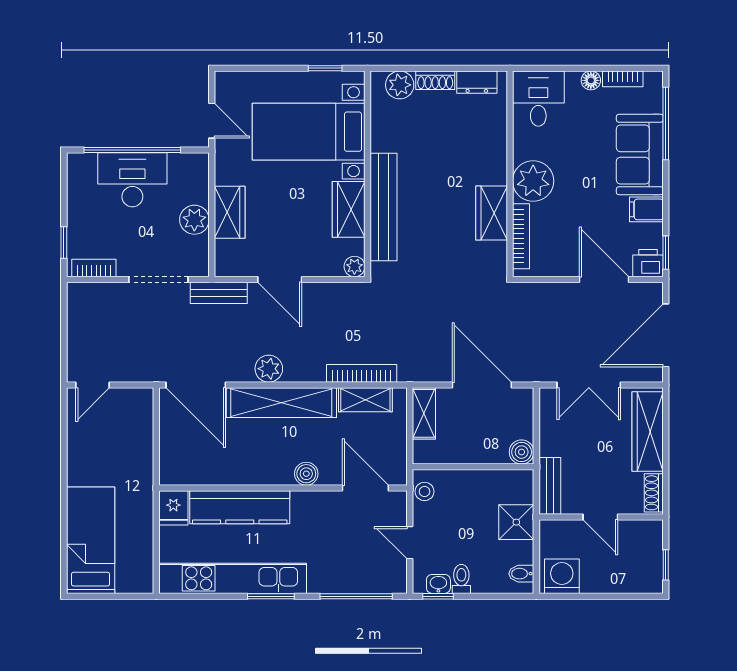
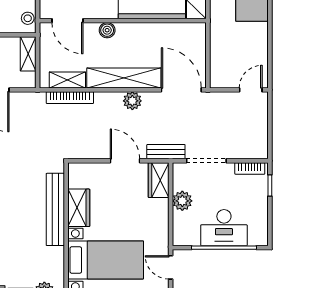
wardrobe: (230, 212) -> (159, 180), moved
plant: (354, 266) -> (75, 169), removed
shelving: (424, 413) -> (28, 54), moved

